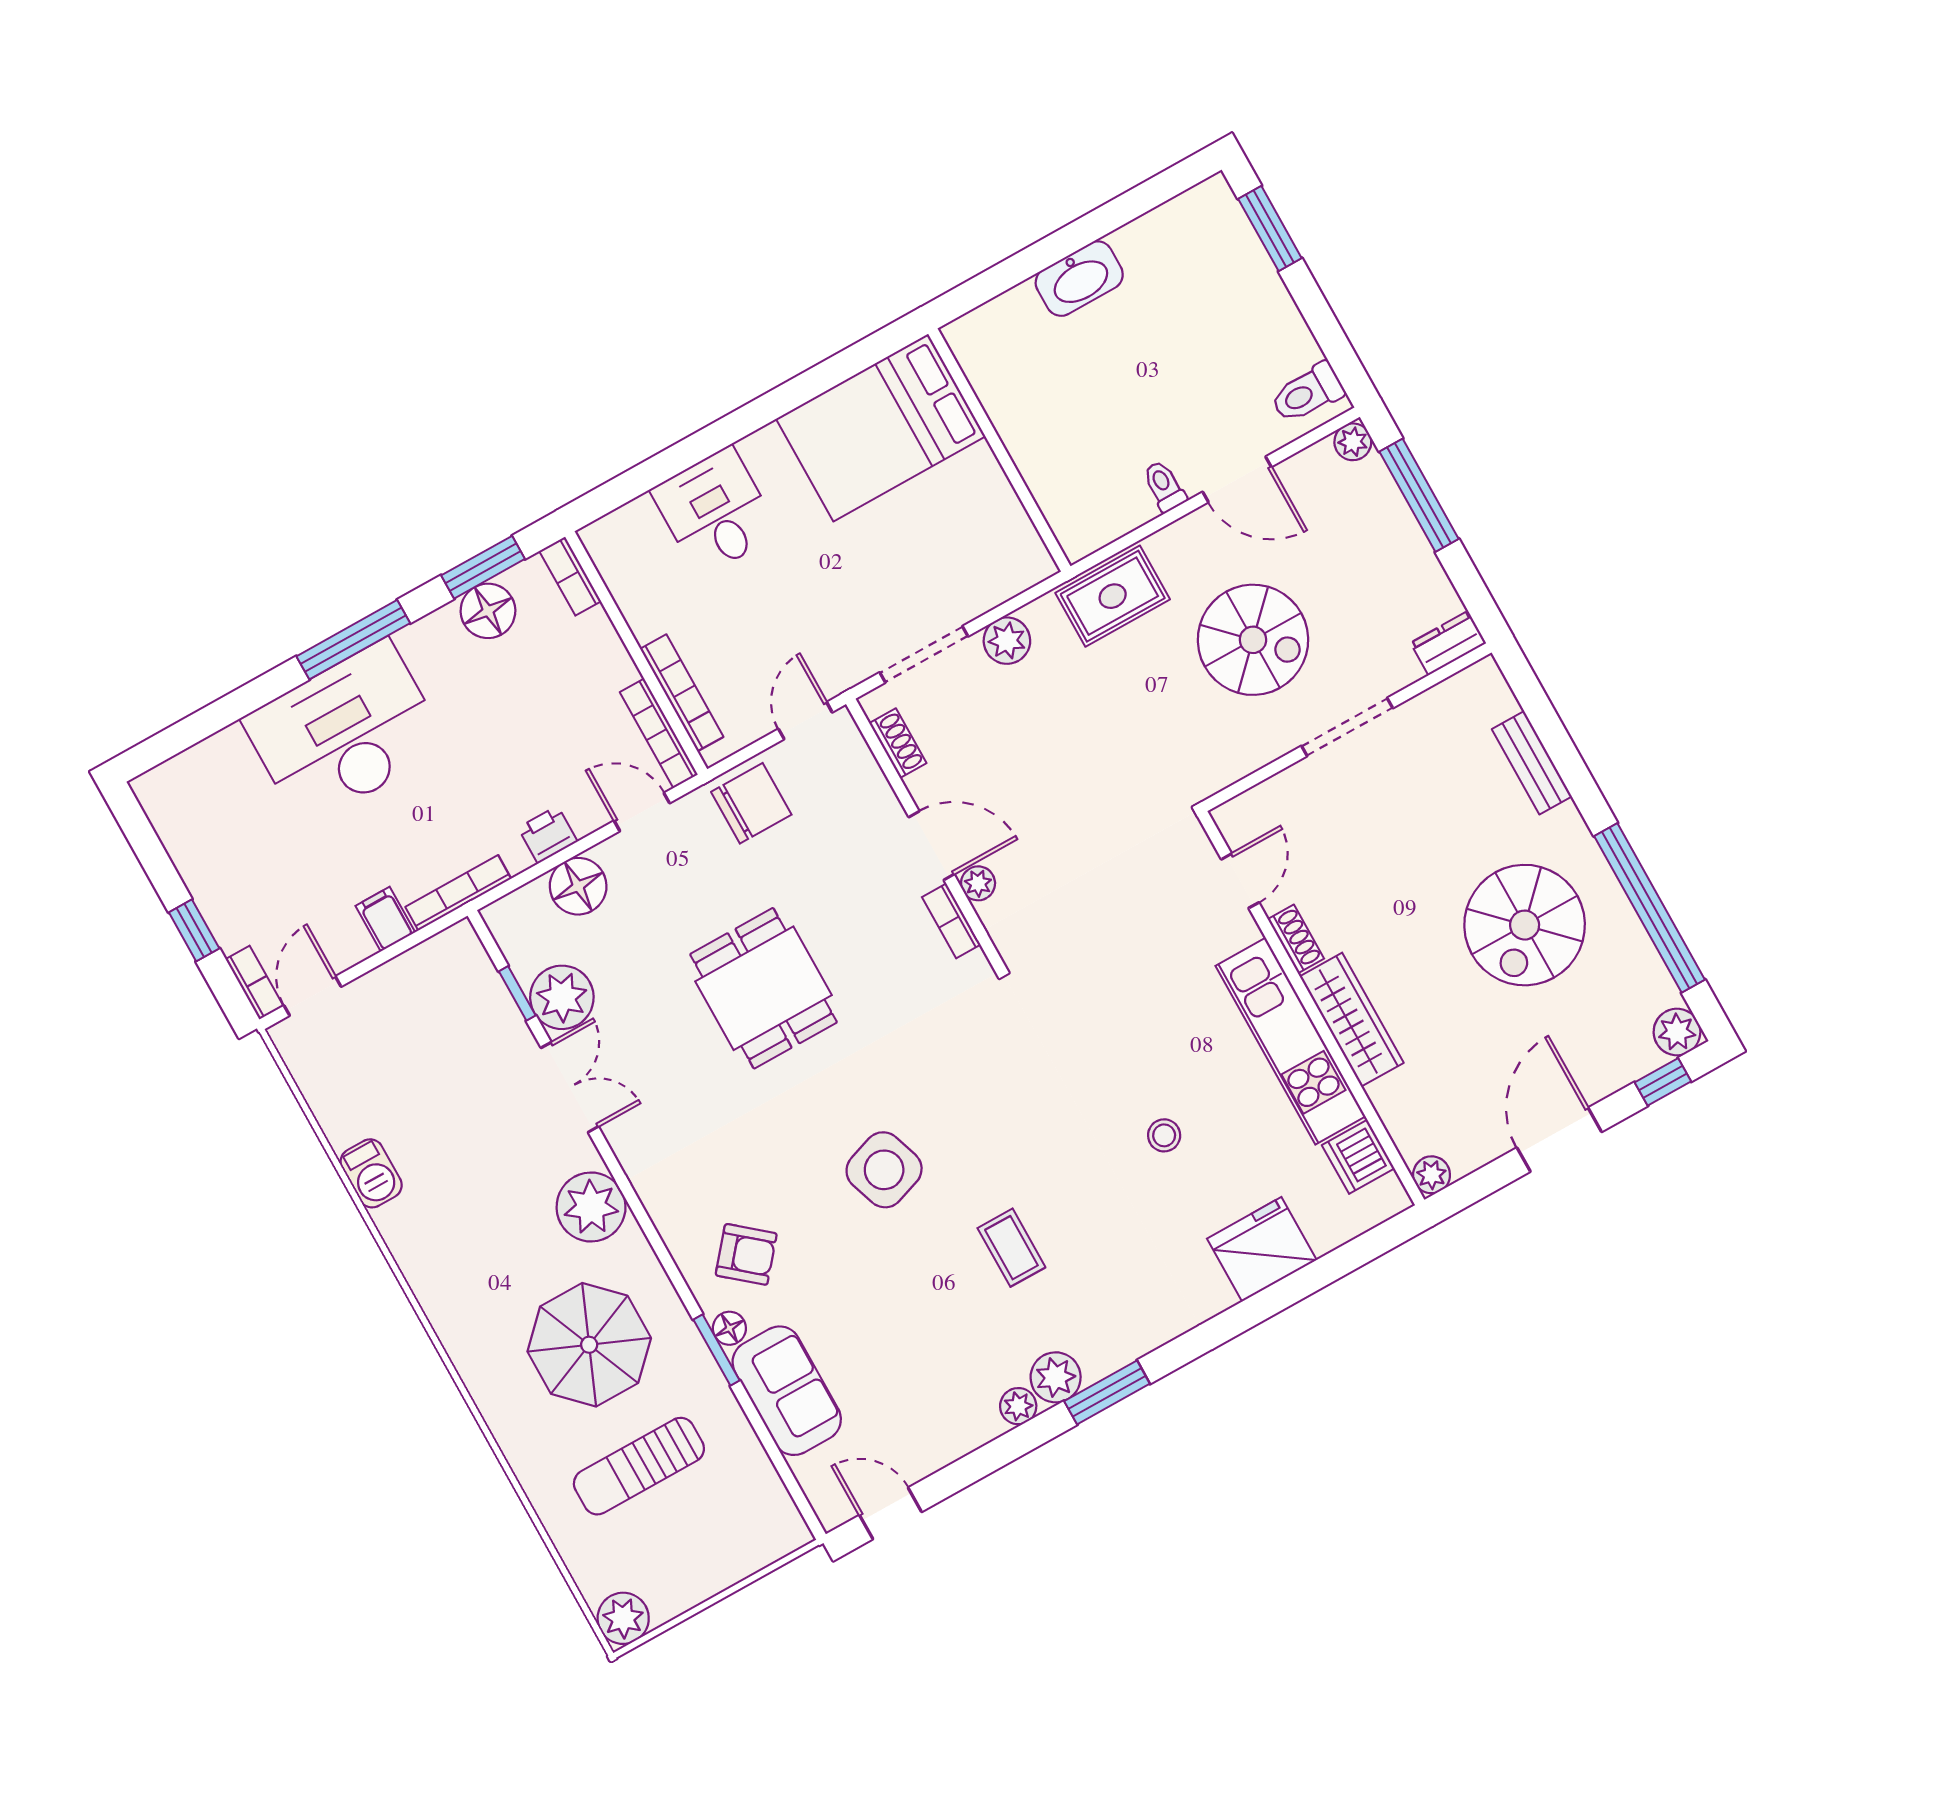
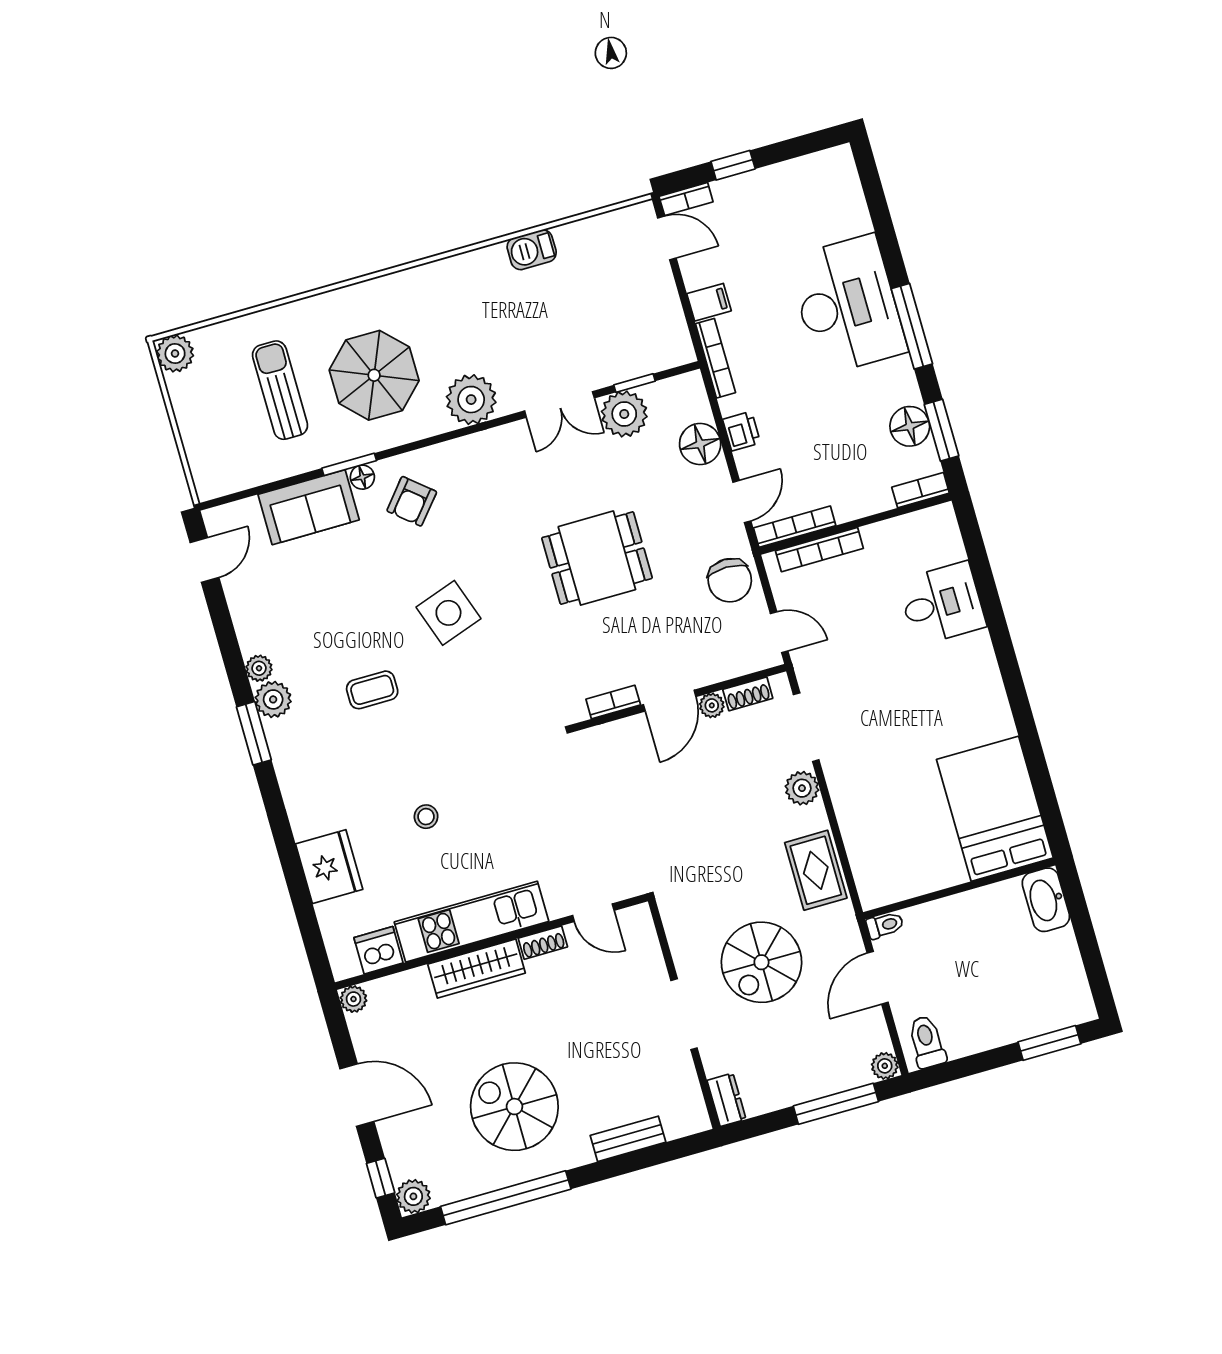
bed: (881, 428) -> (995, 809), moved
wall: (999, 450) -> (959, 889), moved
plant: (978, 883) -> (712, 705), moved

